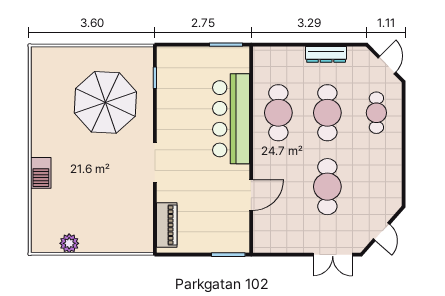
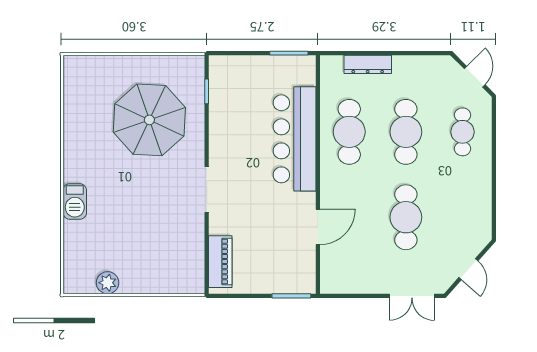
dresser: (326, 54) -> (368, 64), moved

